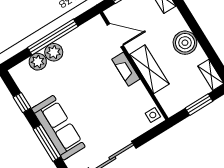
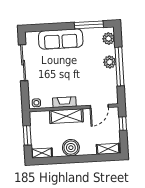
plant: (38, 62) -> (109, 39), moved
fireplace: (126, 69) -> (64, 102), moved
window: (22, 103) -> (89, 25), width x2.17
window: (47, 143) -> (55, 27), removed

